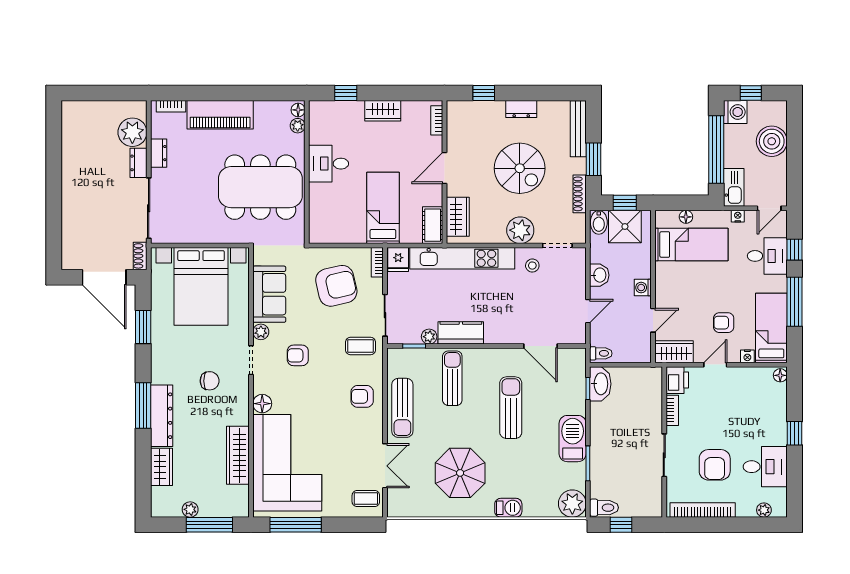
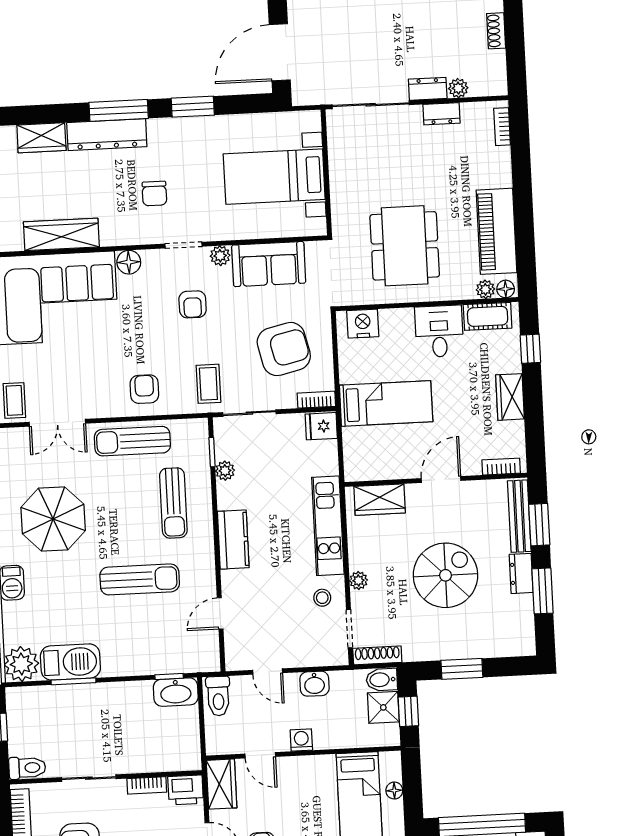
window: (484, 93) -> (539, 525), width x1.50
window: (536, 93) -> (543, 591), added
piano: (220, 115) -> (496, 231), moved
bench: (578, 129) -> (519, 516), moved, turned 90
plant: (132, 132) -> (458, 88), width x0.53, depth x0.53
door: (445, 168) -> (441, 480), hinge flipped
spiral stairs: (520, 168) -> (446, 575), turned 180
dining table: (260, 187) -> (405, 246), width x0.73, depth x0.80
shoe rack: (580, 194) -> (377, 655), moved
nightstand: (320, 223) -> (363, 324), added
cot: (433, 225) -> (488, 316), moved
shower: (625, 227) -> (383, 707), width x0.73, depth x0.73
plant: (520, 230) -> (358, 580), width x0.53, depth x0.53
shoe rack: (140, 256) -> (496, 31), moved, turned -90
kitchen unit: (462, 258) -> (328, 526), width x0.73
bed with nightstands: (201, 286) -> (274, 177), width x0.73
armchair: (336, 286) -> (284, 349), turned -90
window: (143, 327) -> (193, 107), moved
kitchen counter: (461, 333) -> (233, 540), moved
door: (541, 346) -> (220, 613), width x0.73
toilet: (601, 353) -> (218, 696), width x1.37, depth x1.39
armchair: (298, 355) -> (193, 304), turned 180
sun lounger: (452, 378) -> (173, 503), turned 90
barbecue: (573, 439) -> (70, 662), moved
toilet: (604, 508) -> (27, 768), moved, turned -90

